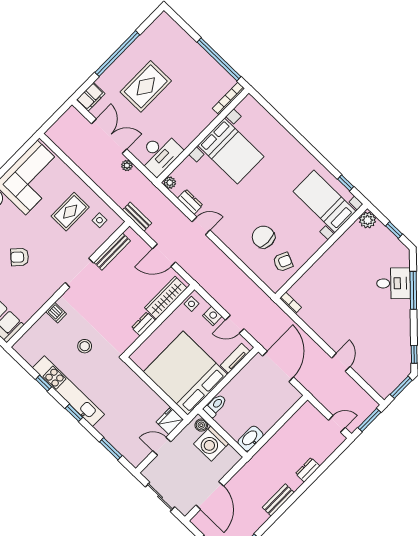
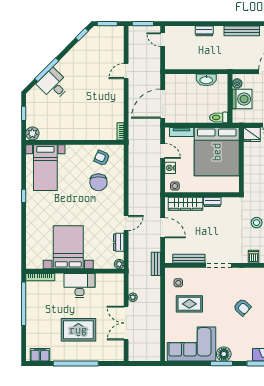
filing cabinet: (91, 97) -> (40, 355), moved
desk: (160, 154) -> (80, 286), moved
window: (346, 183) -> (24, 196), moved
door: (201, 226) -> (126, 223), swing flipped
boiler: (201, 425) -> (237, 83), moved
washbasin: (250, 439) -> (206, 80), moved
bench: (278, 500) -> (242, 31), width x1.36

